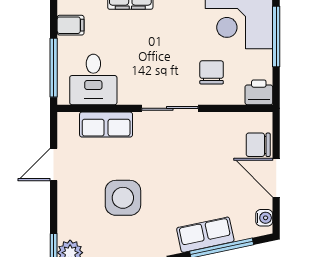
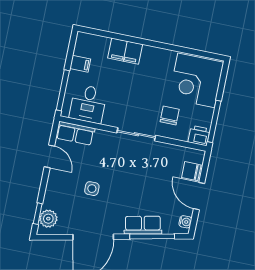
window: (276, 37) -> (214, 121), moved
row of seats: (106, 125) -> (75, 133), moved
door: (54, 165) -> (49, 156), swing flipped
side table: (123, 198) -> (92, 189), width x0.54, depth x0.54

